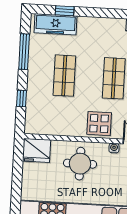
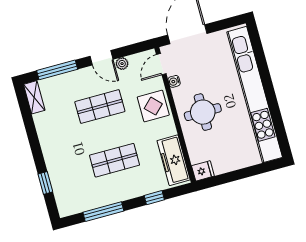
freezer: (56, 24) -> (174, 160), moved, turned 180
fridge: (37, 150) -> (203, 171), width x0.53, depth x0.75

